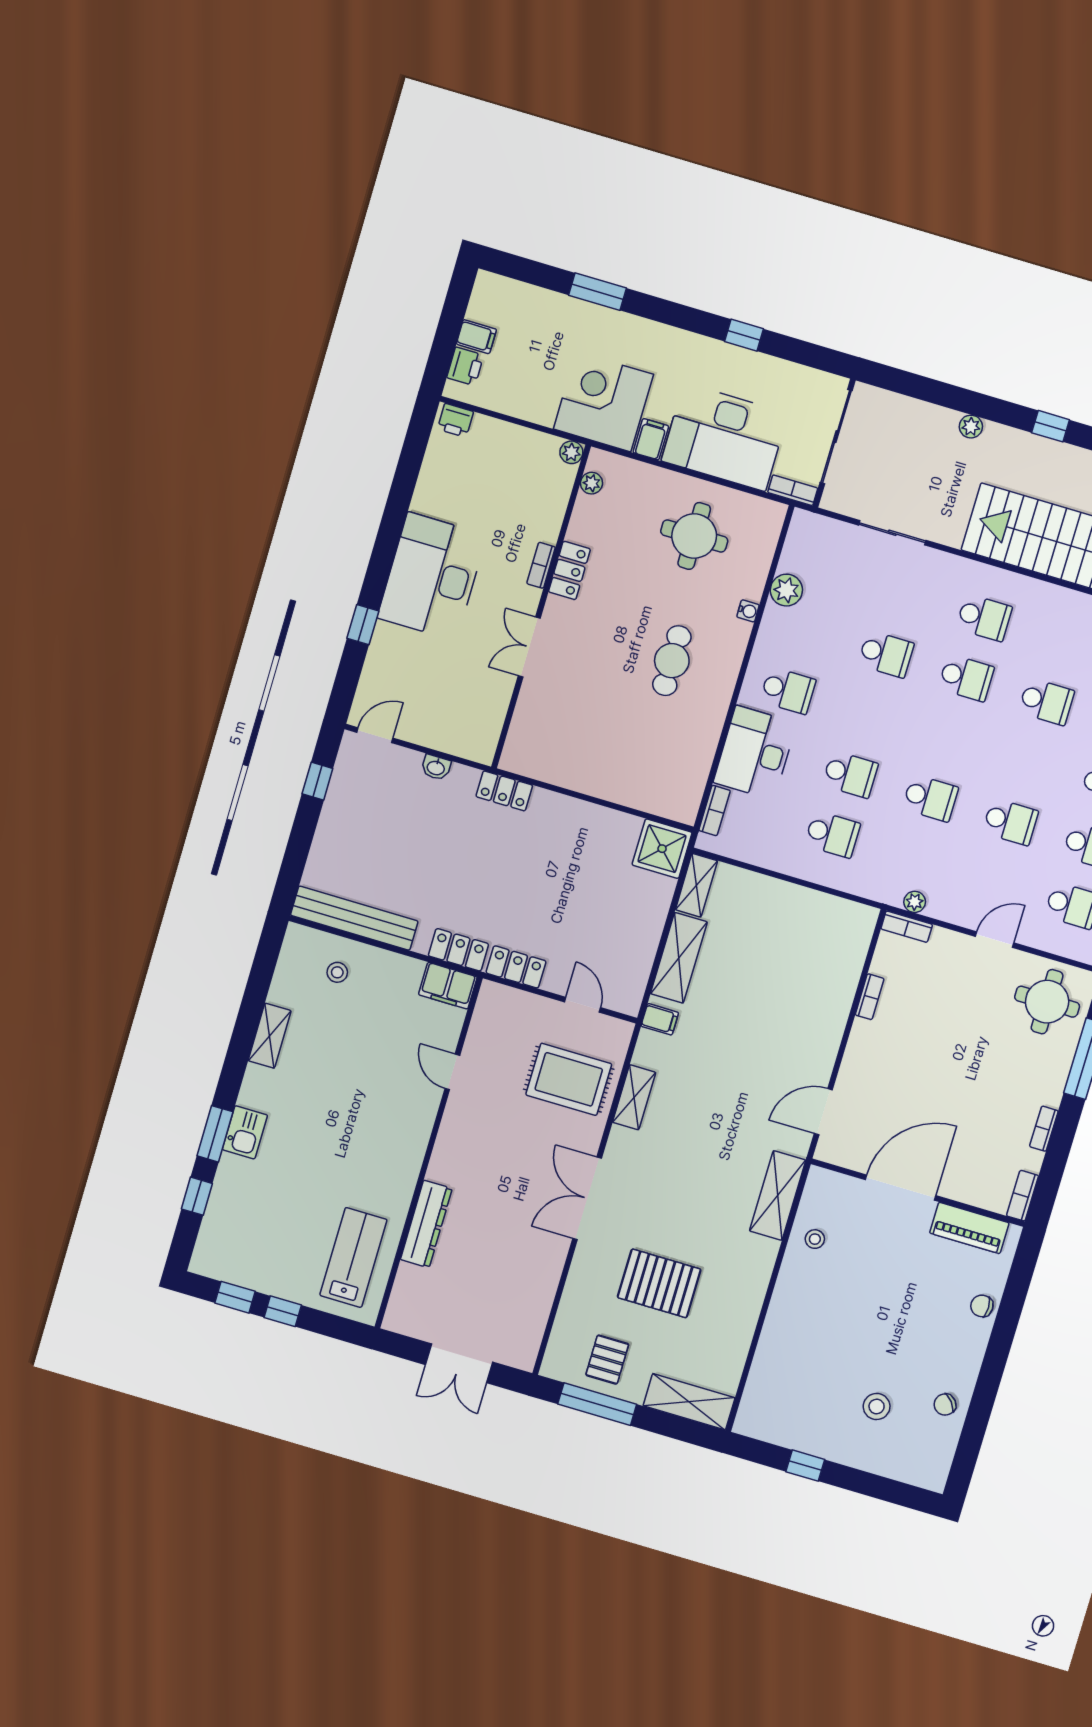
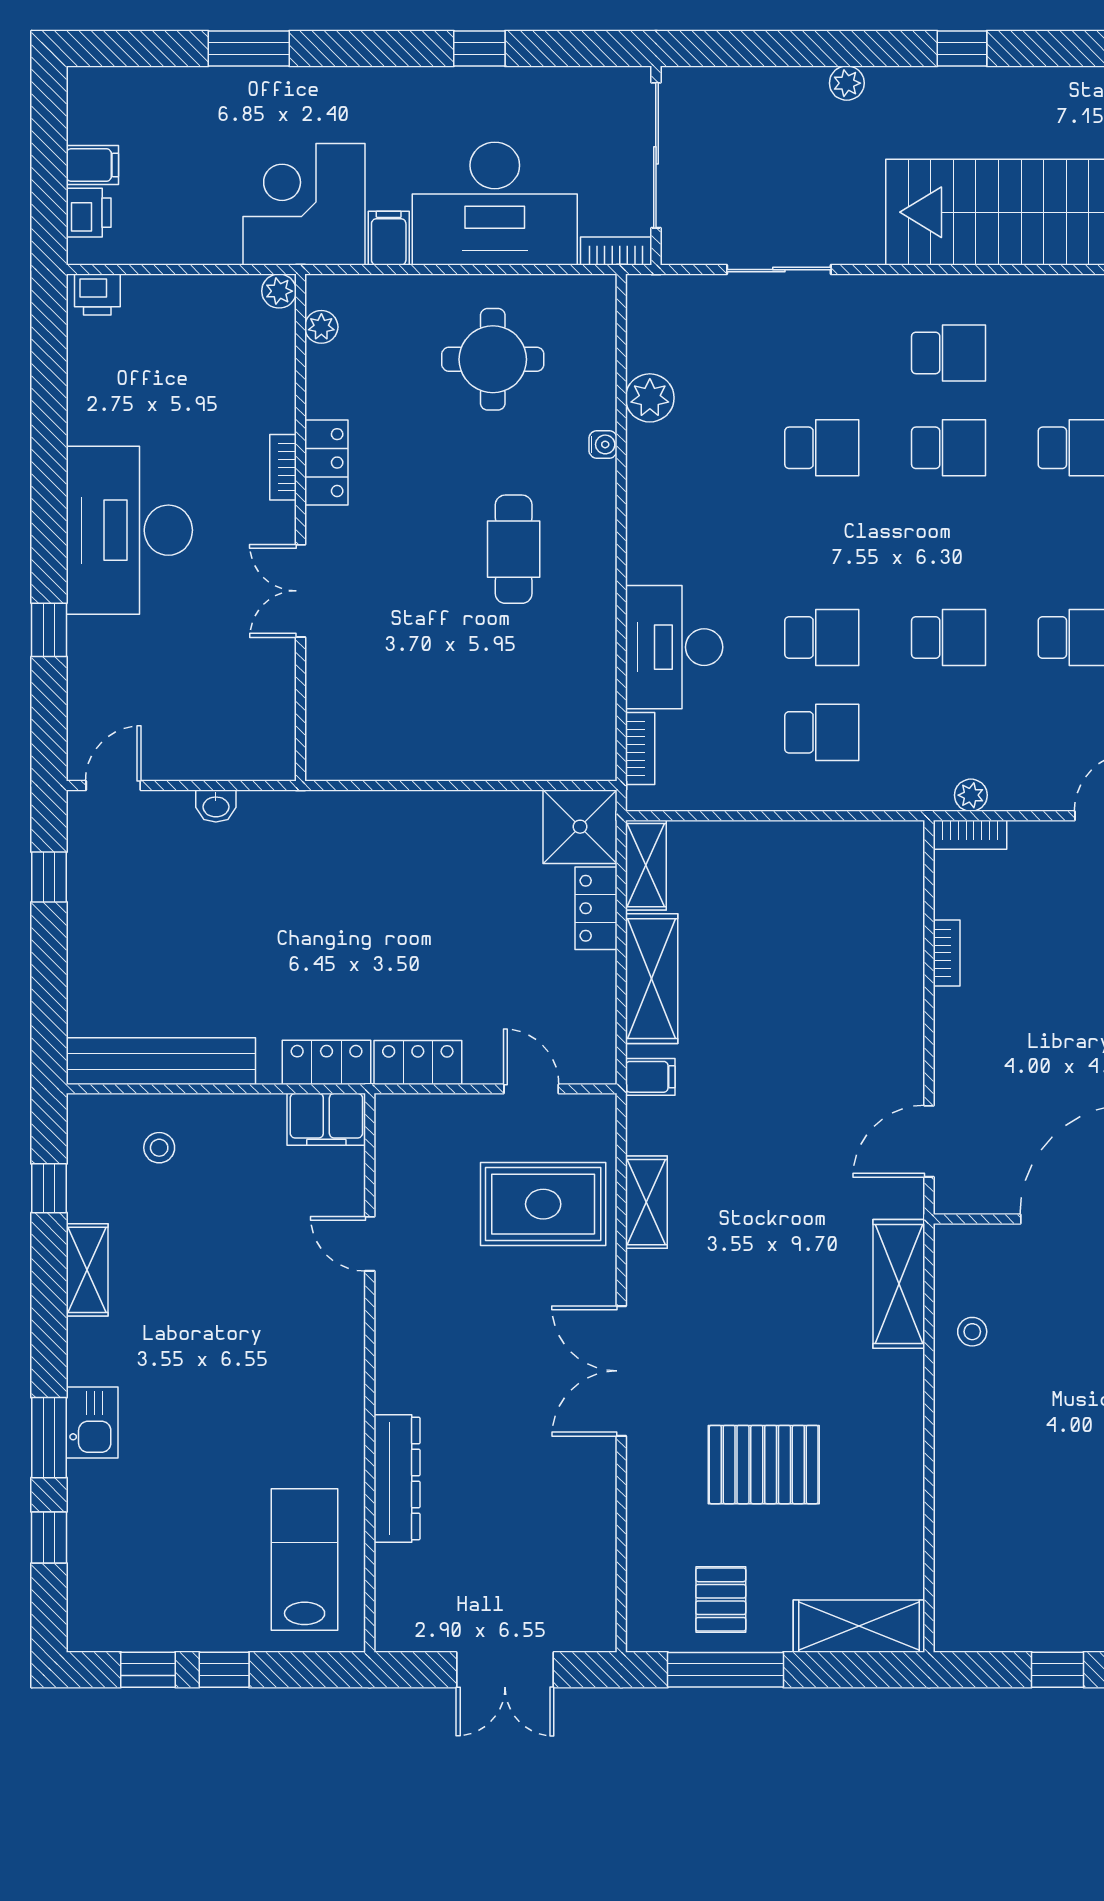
school desk: (788, 691) -> (695, 543), removed
locker: (504, 791) -> (596, 908), moved, turned 90
window: (260, 977) -> (49, 1188), added

